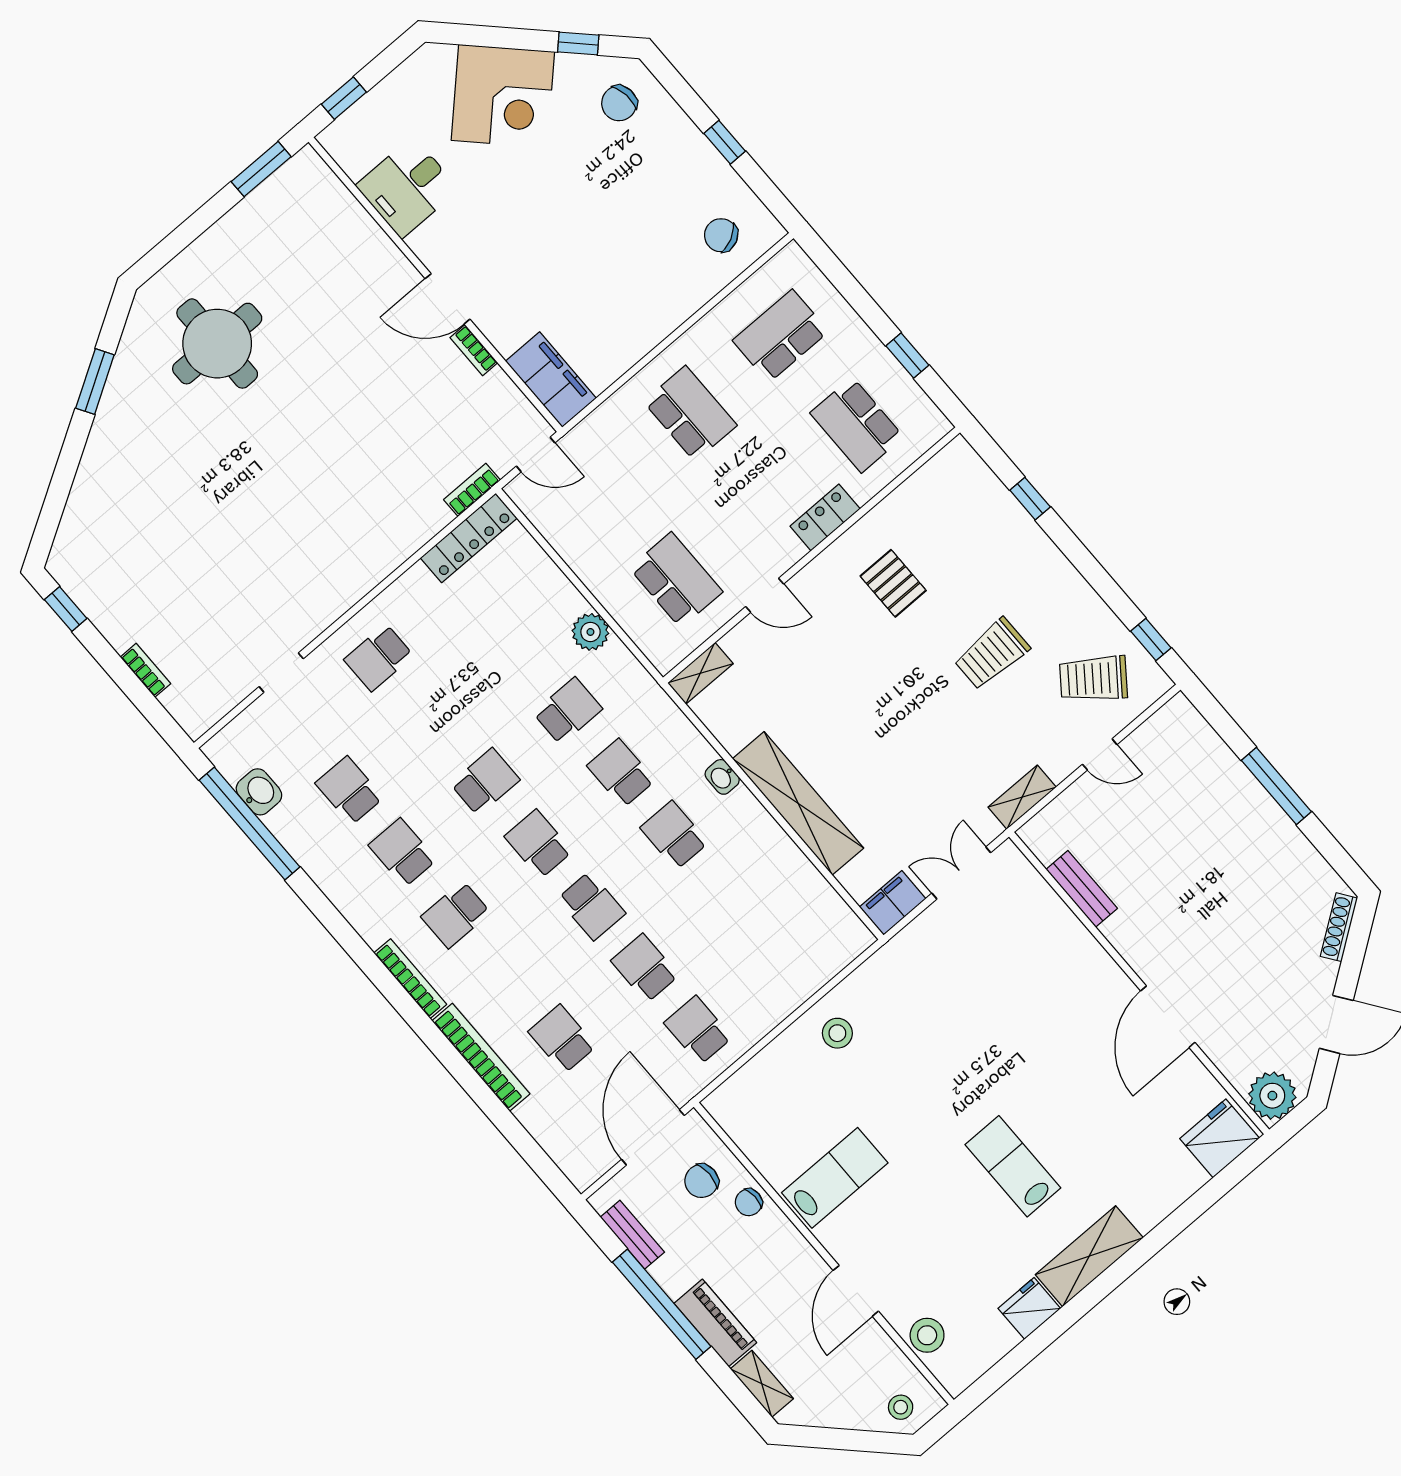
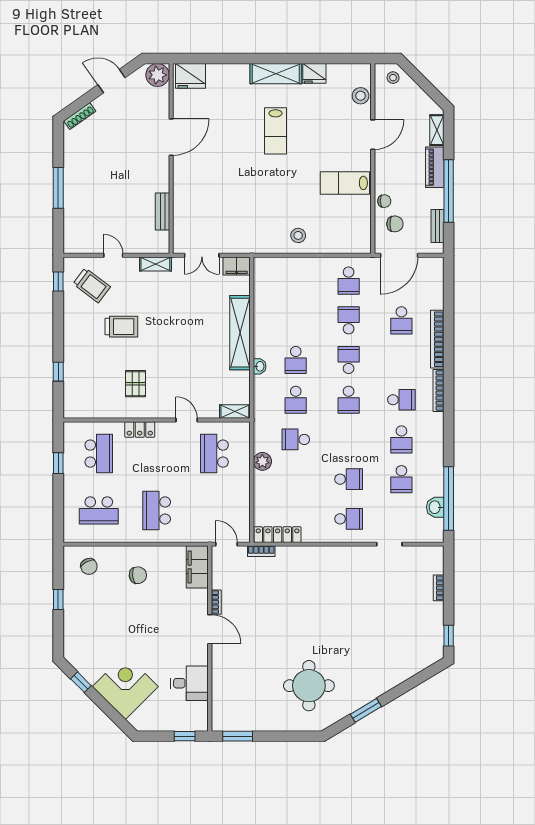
chair: (619, 103) -> (138, 575), moved
school desk: (485, 782) -> (349, 479), moved, turned 180
school desk: (645, 968) -> (349, 320), turned 180

